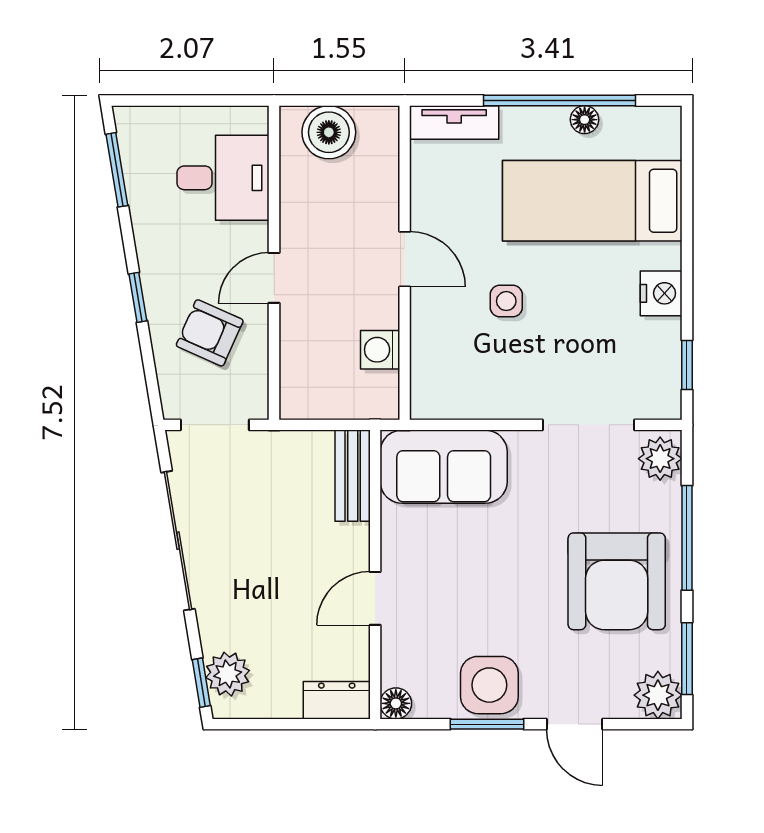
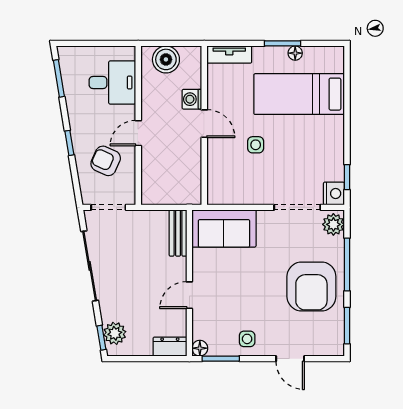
window: (559, 100) -> (283, 43), width x0.47
nightstand: (661, 293) -> (334, 193), moved
washing machine: (380, 350) -> (192, 99), moved
side table: (489, 685) -> (247, 339), width x0.54, depth x0.54
plant: (658, 695) -> (332, 344), removed
window: (487, 724) -> (221, 359), moved

